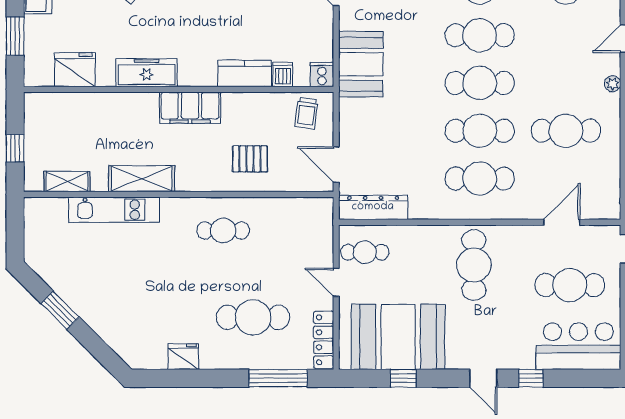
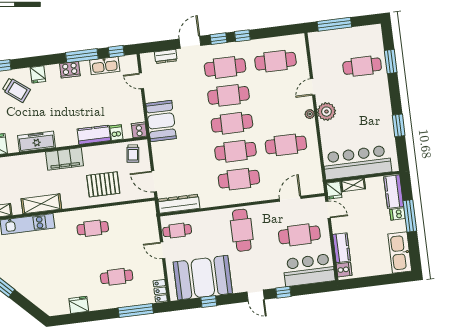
pallet: (250, 159) -> (103, 184), width x1.50, depth x1.42
cafe table: (253, 317) -> (117, 277), width x0.73, depth x0.74
locker: (324, 340) -> (160, 291), width x0.66

